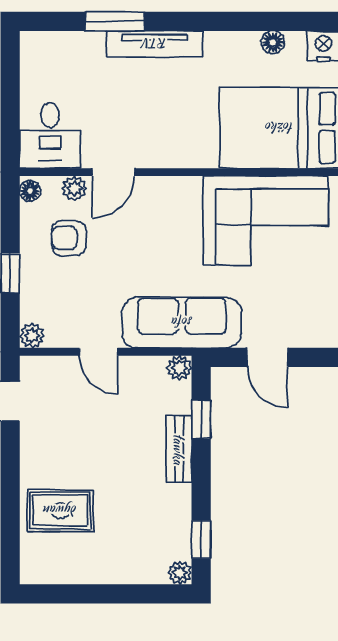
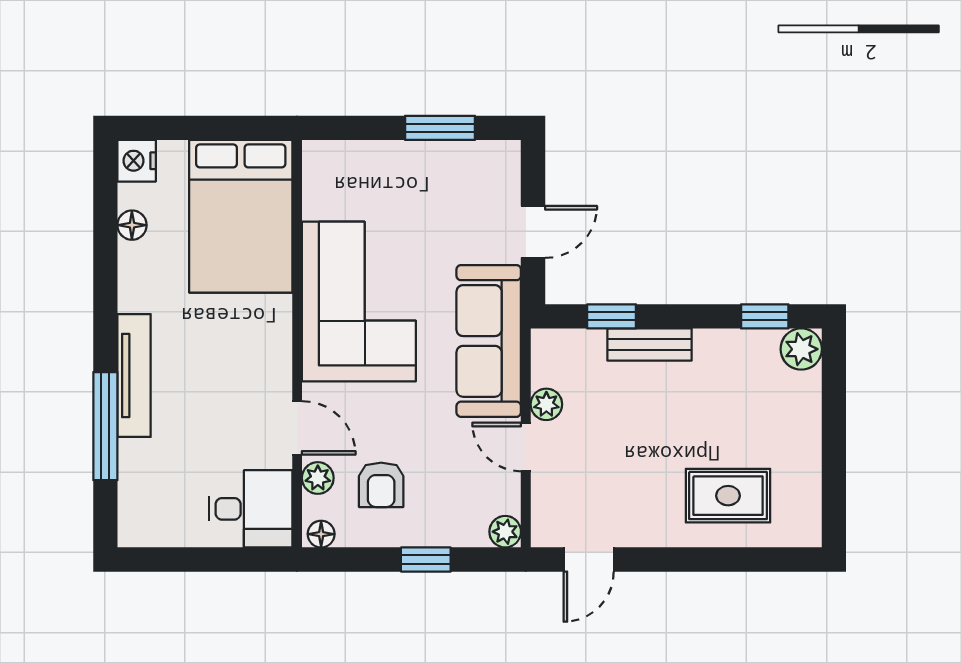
window: (115, 21) -> (105, 426), width x1.44
corner sofa: (266, 221) -> (359, 302), moved
door: (99, 352) -> (526, 447), swing flipped
plant: (179, 368) -> (546, 404), moved
rug: (60, 511) -> (728, 496), turned 90
plant: (180, 573) -> (801, 349), width x1.38, depth x1.38

